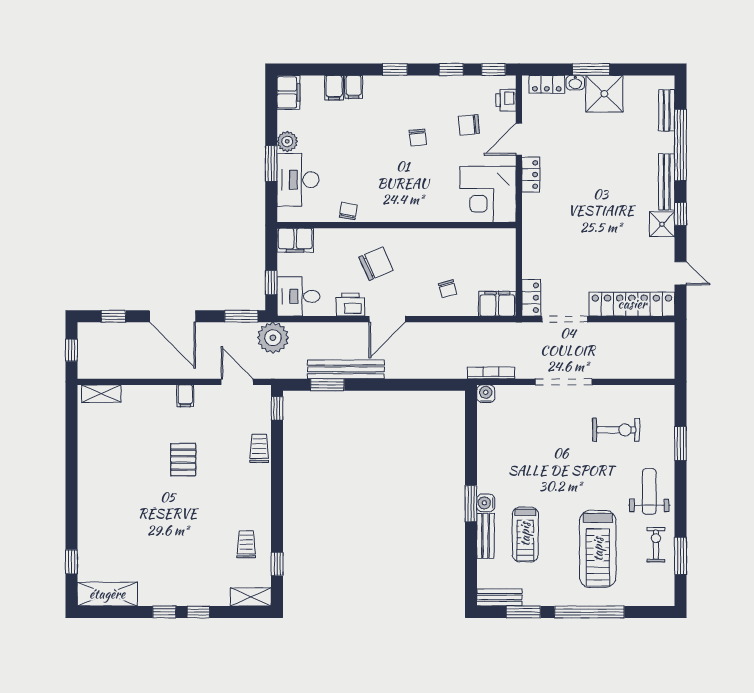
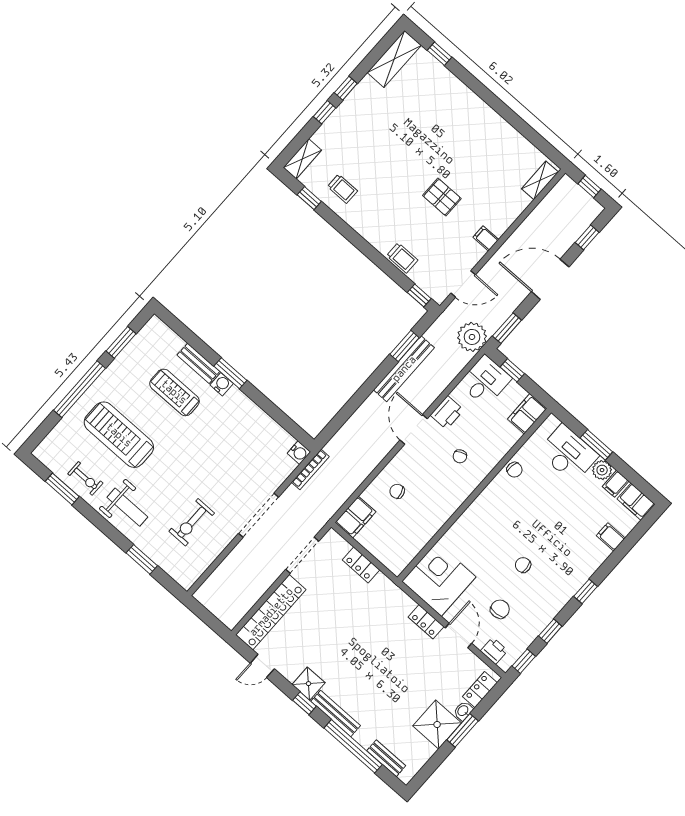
filing cabinet: (354, 87) -> (616, 484), moved, turned -90
chair: (376, 264) -> (460, 456), width x0.54, depth x0.54
locker: (531, 298) -> (361, 565), moved
bench: (499, 597) -> (146, 335), removed

